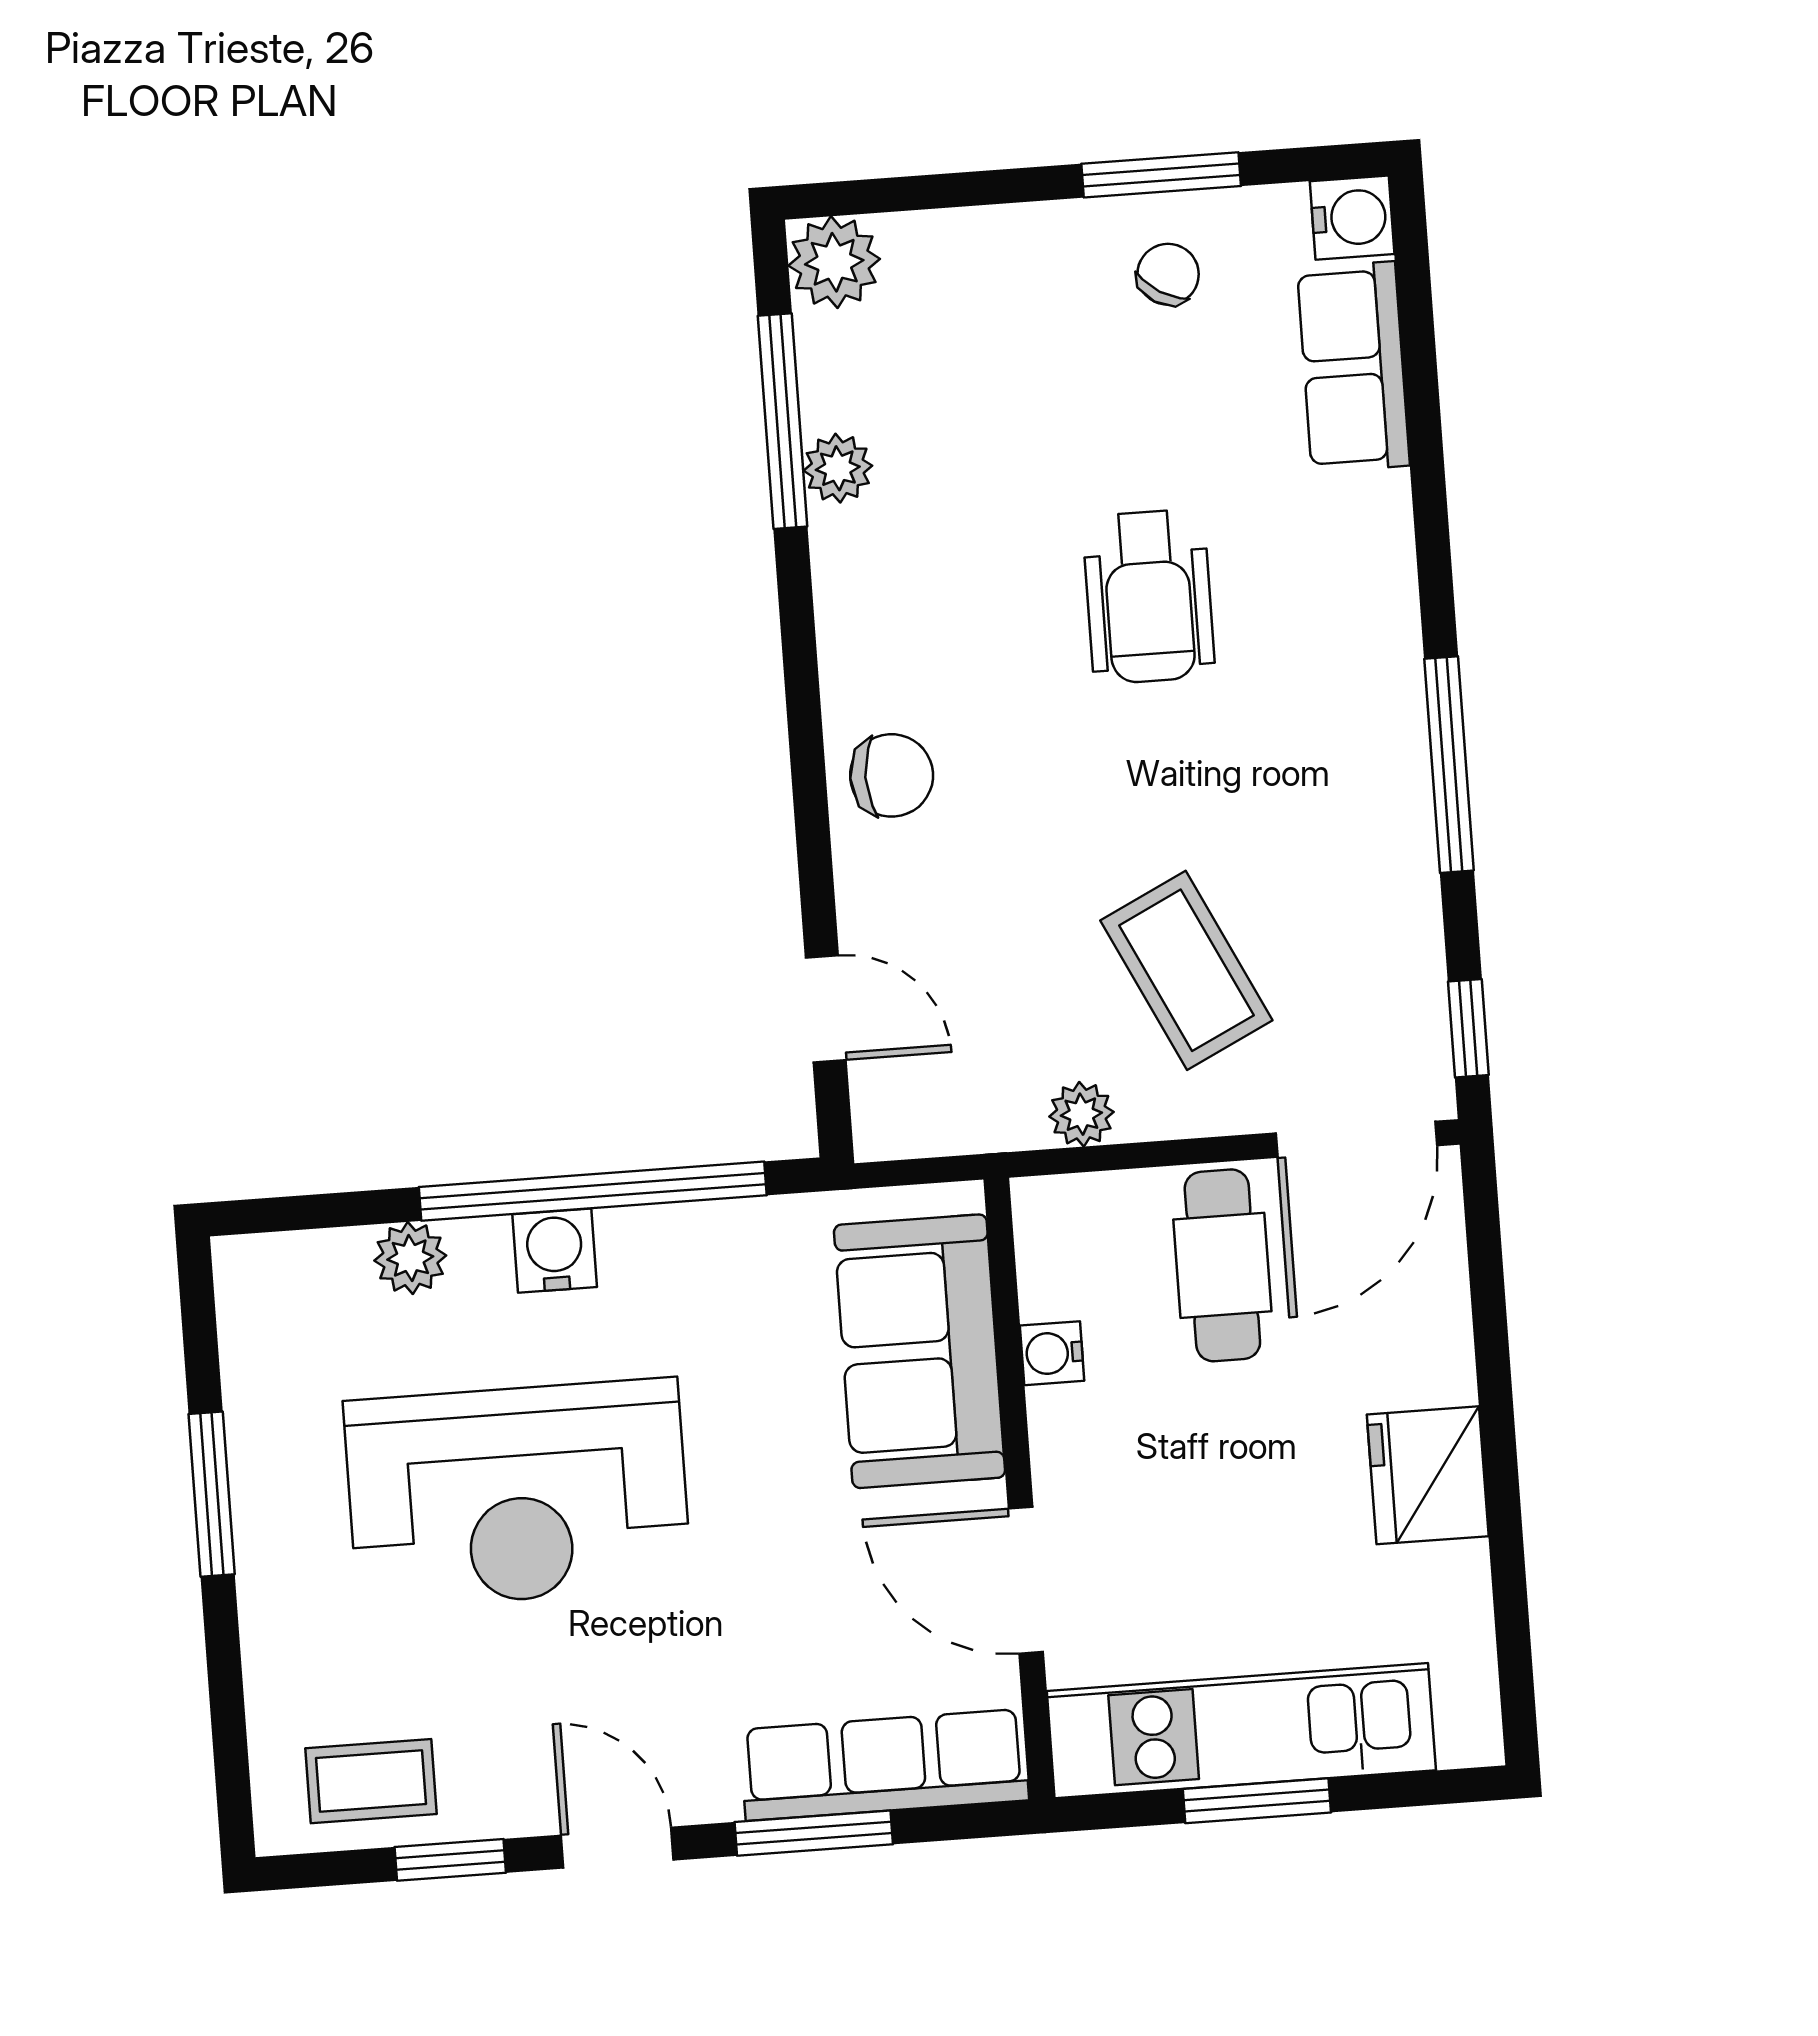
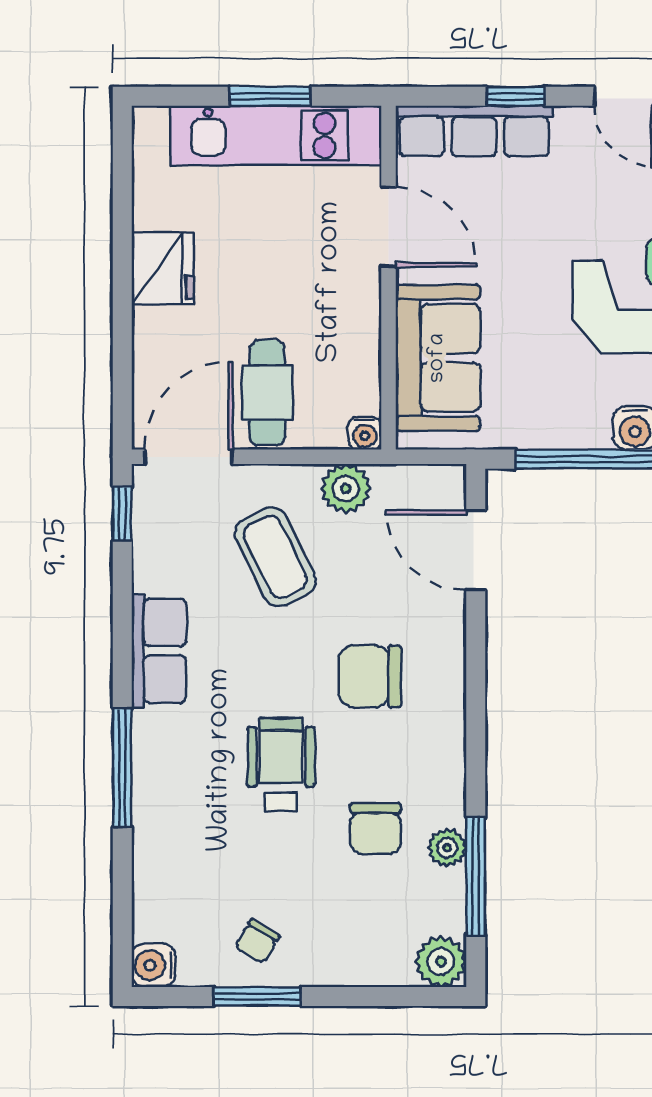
row of seats: (1353, 367) -> (159, 651), moved
chair: (970, 494) -> (376, 828), added
window: (1449, 765) -> (122, 768), moved
chair: (892, 775) -> (370, 676), moved, width x1.37, depth x1.37
door: (826, 1009) -> (476, 550), width x1.38
plant: (1081, 1114) -> (346, 489), width x1.38, depth x1.38
water cooler: (1052, 1353) -> (365, 433), moved, turned 90
window: (814, 1833) -> (516, 96), width x0.67

